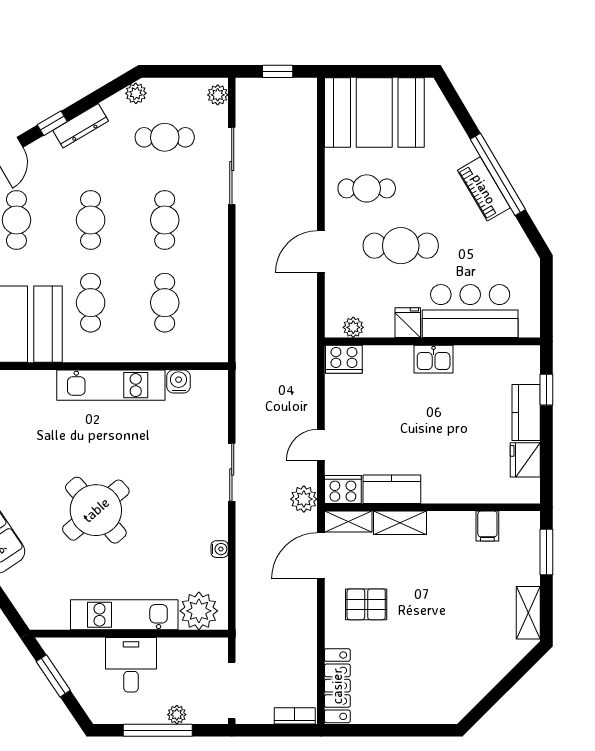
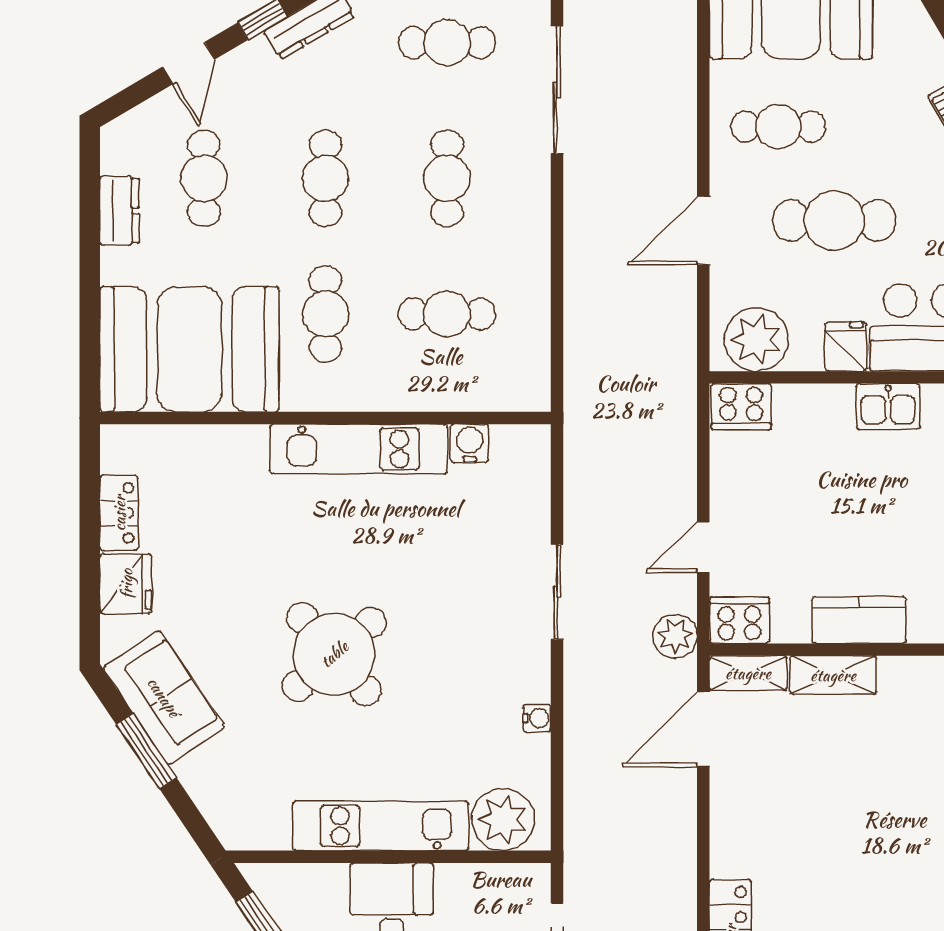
cafe table: (165, 303) -> (447, 314), turned 90
plant: (353, 327) -> (756, 339), width x1.87, depth x1.87
kitchen counter: (392, 489) -> (859, 620), moved
pallet: (366, 604) -> (778, 809), removed

